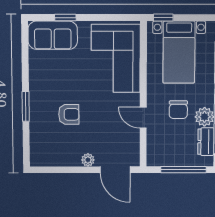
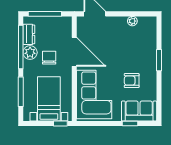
armchair: (69, 114) -> (132, 81), moved
door: (143, 118) -> (74, 52), width x1.88
plant: (88, 160) -> (132, 21), moved

